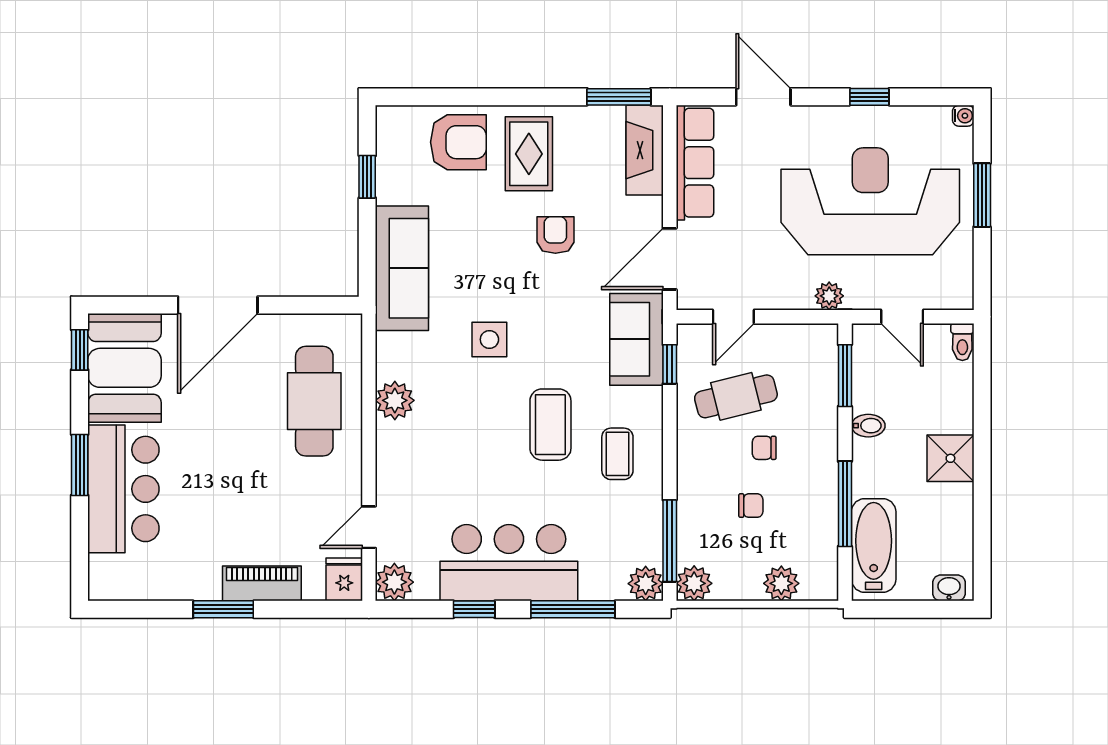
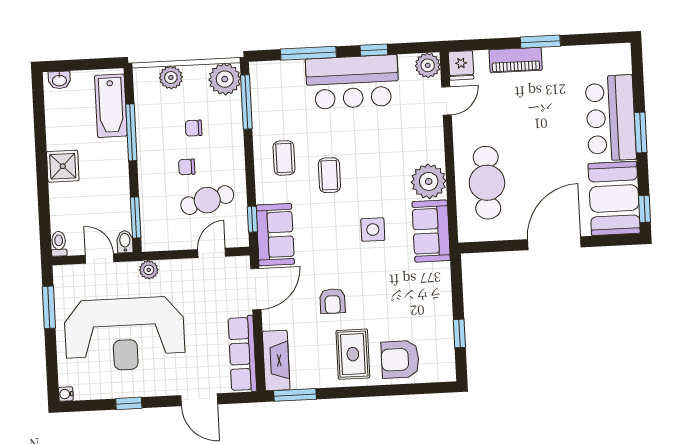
window: (982, 195) -> (49, 307), moved
sofa: (402, 268) -> (431, 231), moved, width x0.73
plant: (395, 400) -> (429, 181), width x1.36, depth x1.36
coffee table: (550, 425) -> (329, 175), width x0.73, depth x0.77
bidet: (868, 426) -> (125, 242), moved, turned 90
chair: (764, 448) -> (187, 167), turned 180
plant: (694, 583) -> (225, 79), width x1.36, depth x1.36
plant: (646, 584) -> (261, 73), removed

